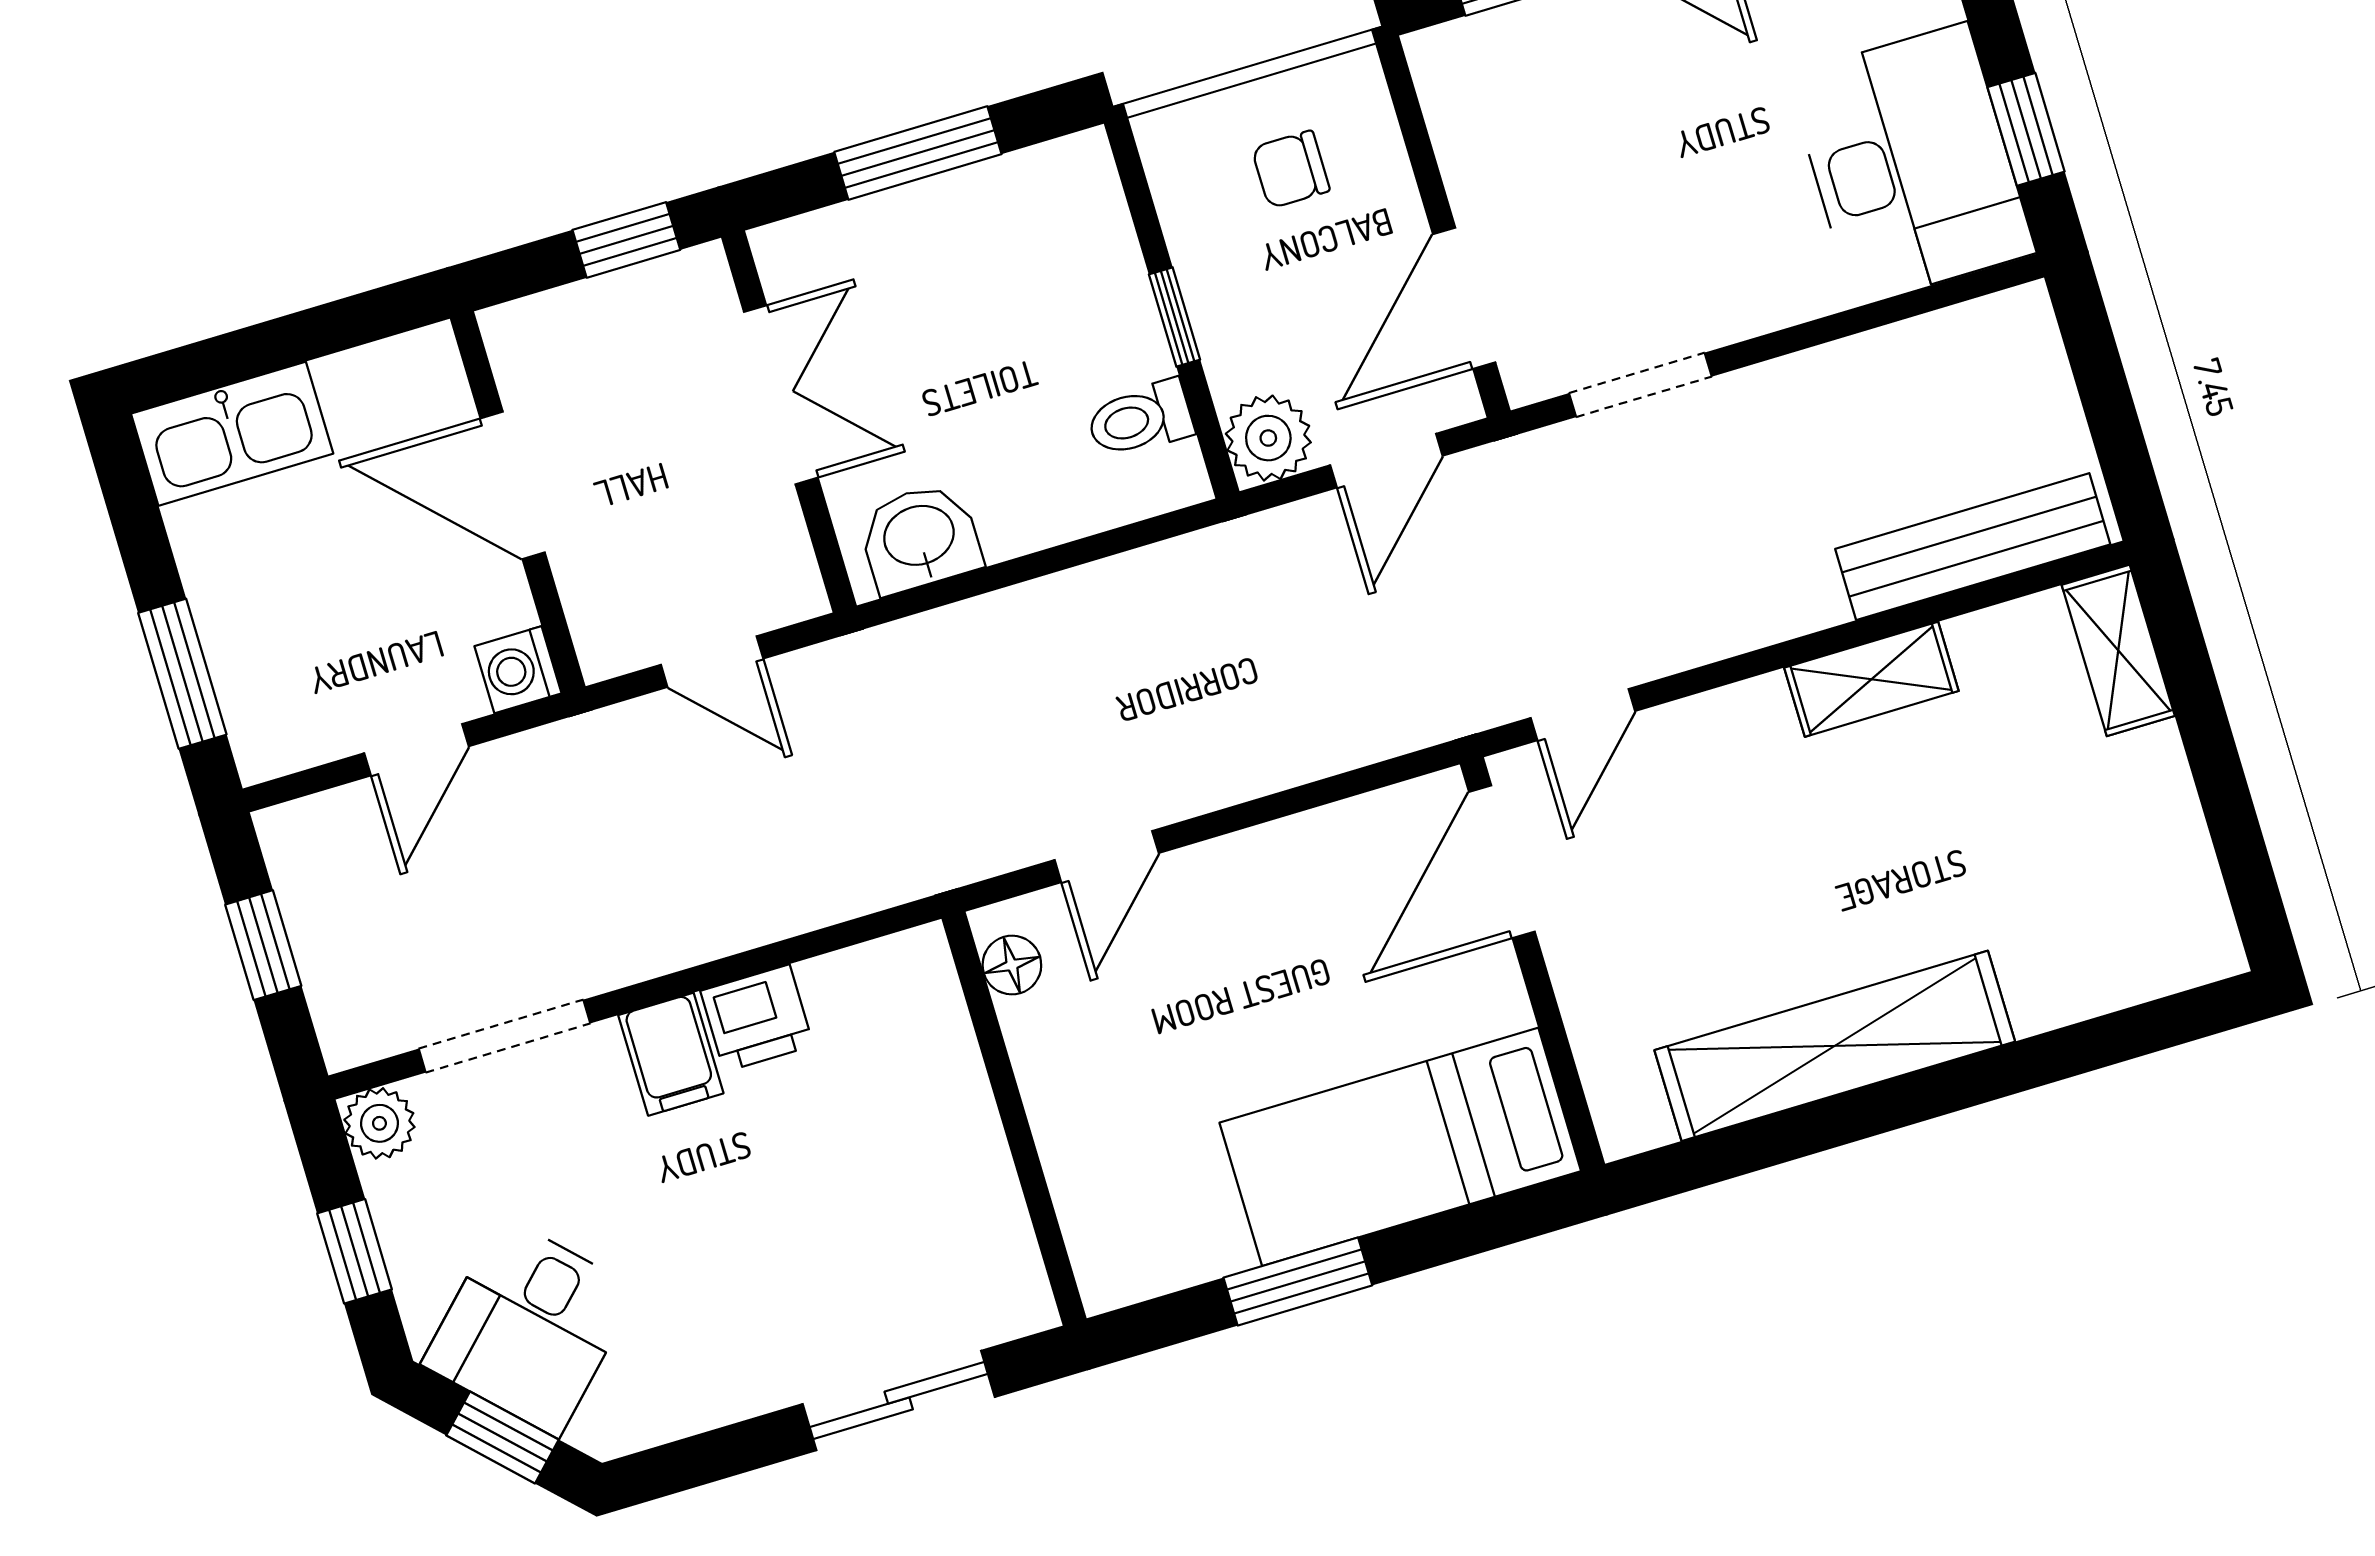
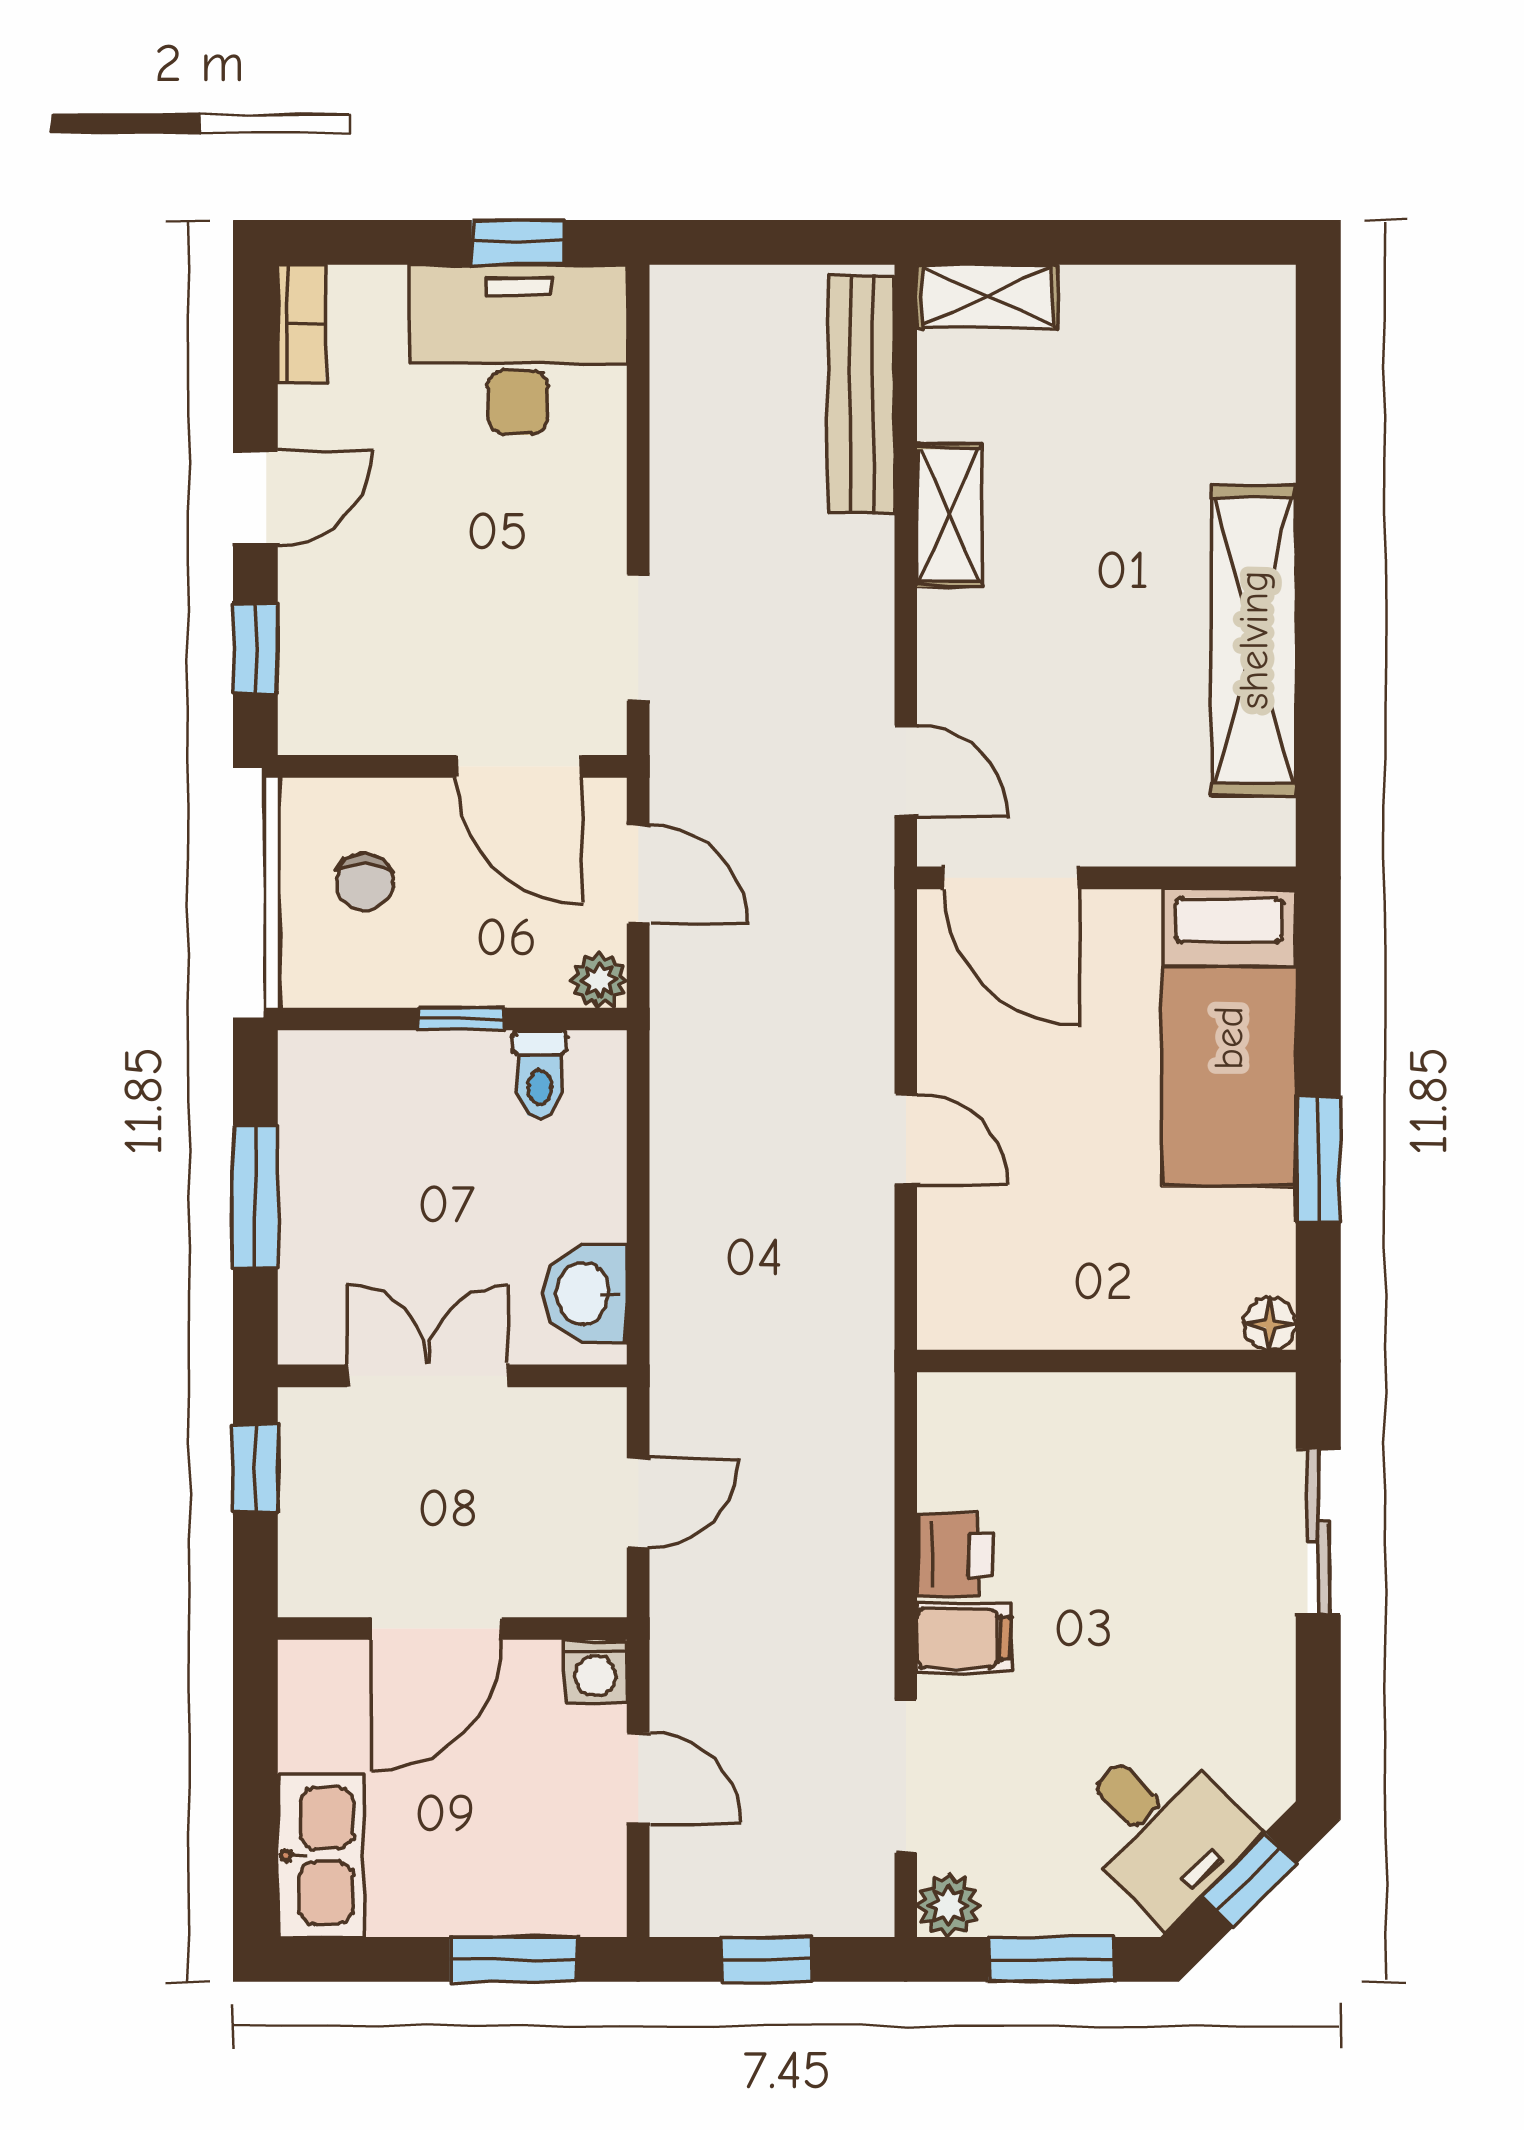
plant: (1268, 438) -> (599, 980), width x0.73, depth x0.73
door: (1107, 857) -> (906, 1139), moved
floor lamp: (1012, 965) -> (1270, 1324), moved
window: (355, 1251) -> (1052, 1959), width x1.50

